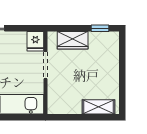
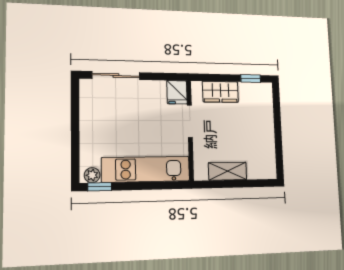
shelving: (98, 107) -> (228, 171), moved

